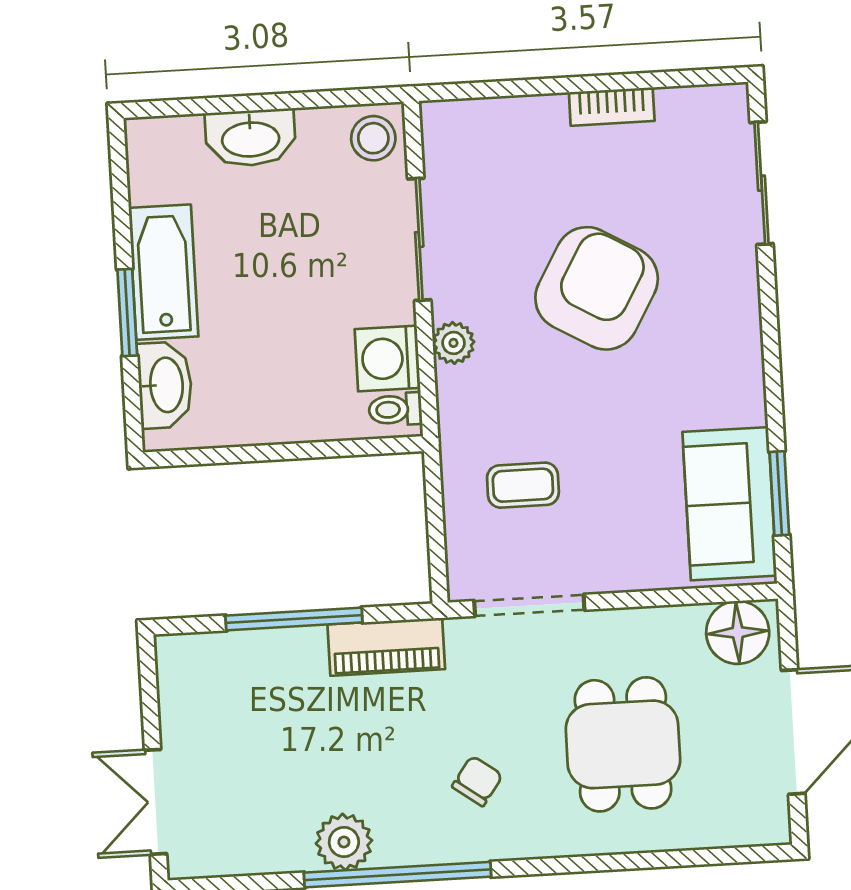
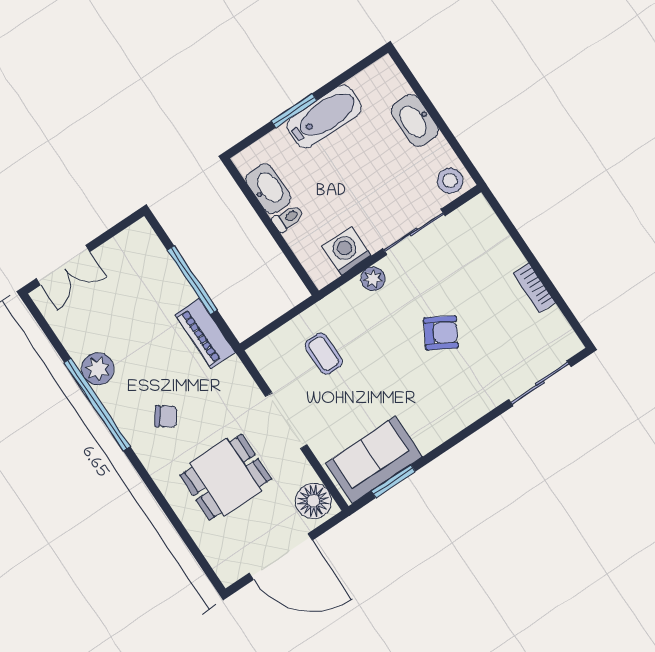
armchair: (597, 288) -> (441, 333), width x0.53, depth x0.53
washbasin: (165, 385) -> (268, 189), moved, turned -90
toilet: (395, 409) -> (288, 218), moved, turned 90
doorway: (529, 605) -> (286, 421), moved
double door: (155, 802) -> (63, 265), swing flipped

